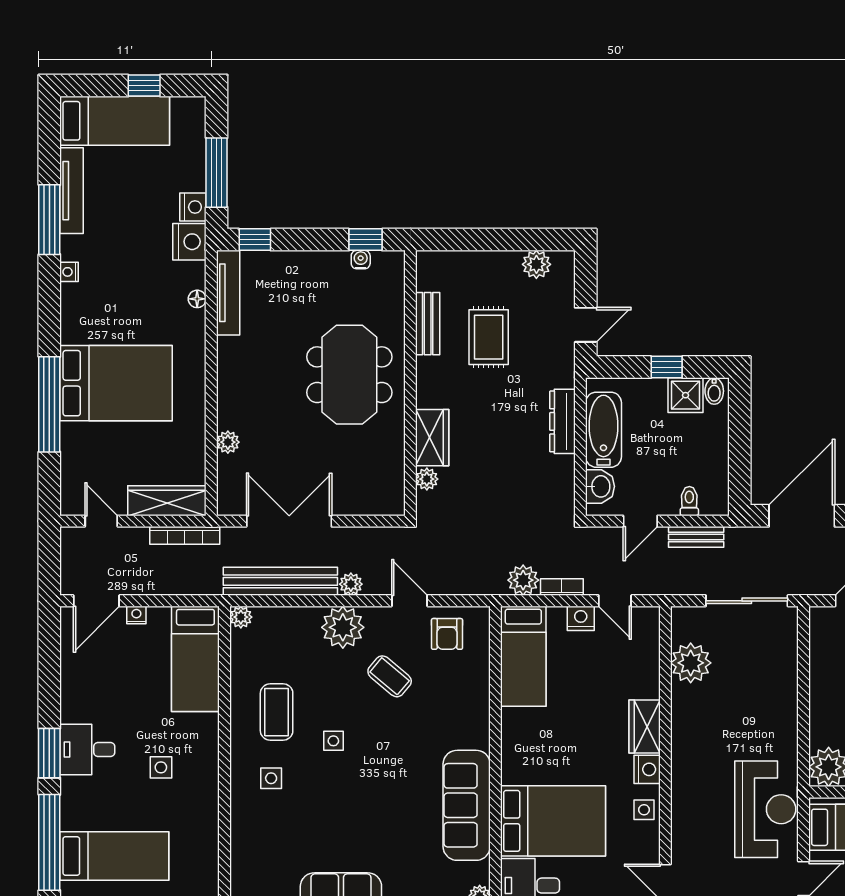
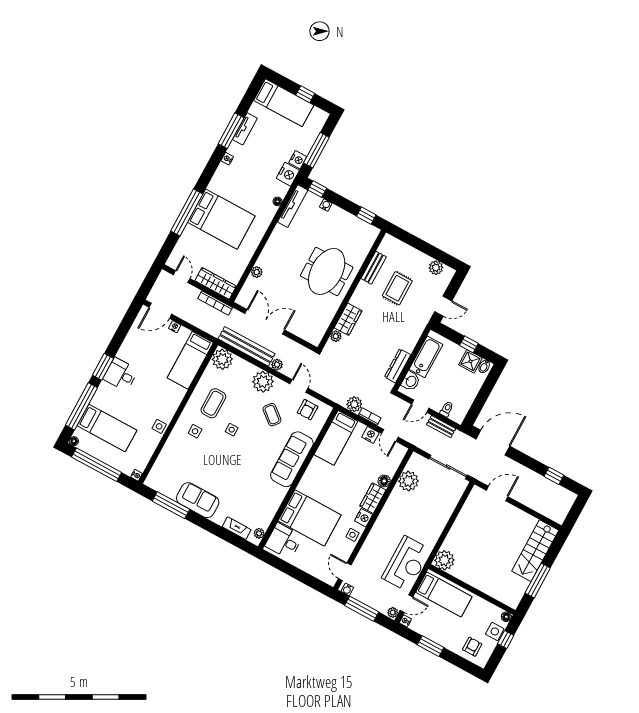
tv unit: (72, 191) -> (245, 129), width x0.71
water cooler: (361, 260) -> (326, 205), moved
dresser: (562, 421) -> (398, 366), moved
plant: (241, 617) -> (222, 359), width x1.88, depth x1.88
floor lamp: (648, 686) -> (384, 481), added
side table: (161, 767) -> (159, 426), moved
sofa: (467, 805) -> (292, 459), moved

